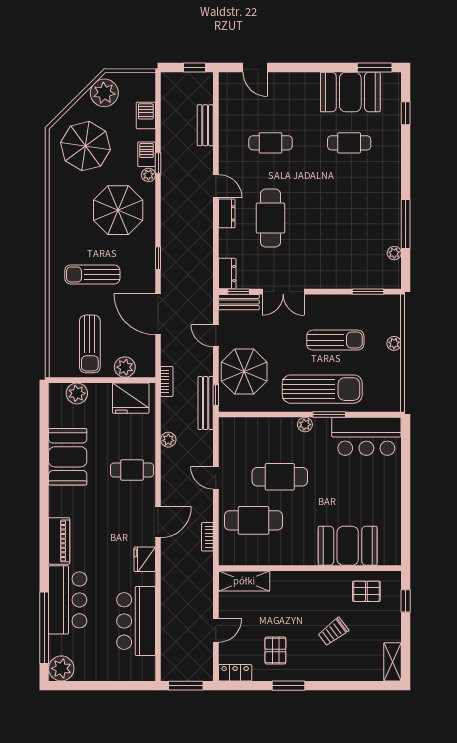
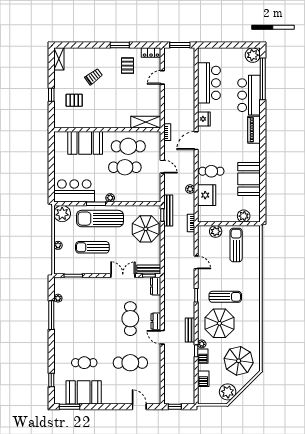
bench: (205, 125) -> (190, 330), moved
cafe table: (270, 143) -> (130, 363), width x1.37, depth x1.35
sun lounger: (92, 274) -> (225, 297), moved
door: (158, 314) -> (196, 262), width x0.53
door: (216, 336) -> (162, 250), removed
fridge: (131, 398) -> (207, 195), moved, turned 90
plant: (387, 398) -> (62, 214), added
cafe table: (253, 520) -> (128, 146), moved
booth: (348, 546) -> (85, 143), moved
wall: (310, 568) -> (107, 130), moved
shelving: (244, 581) -> (146, 122), moved

